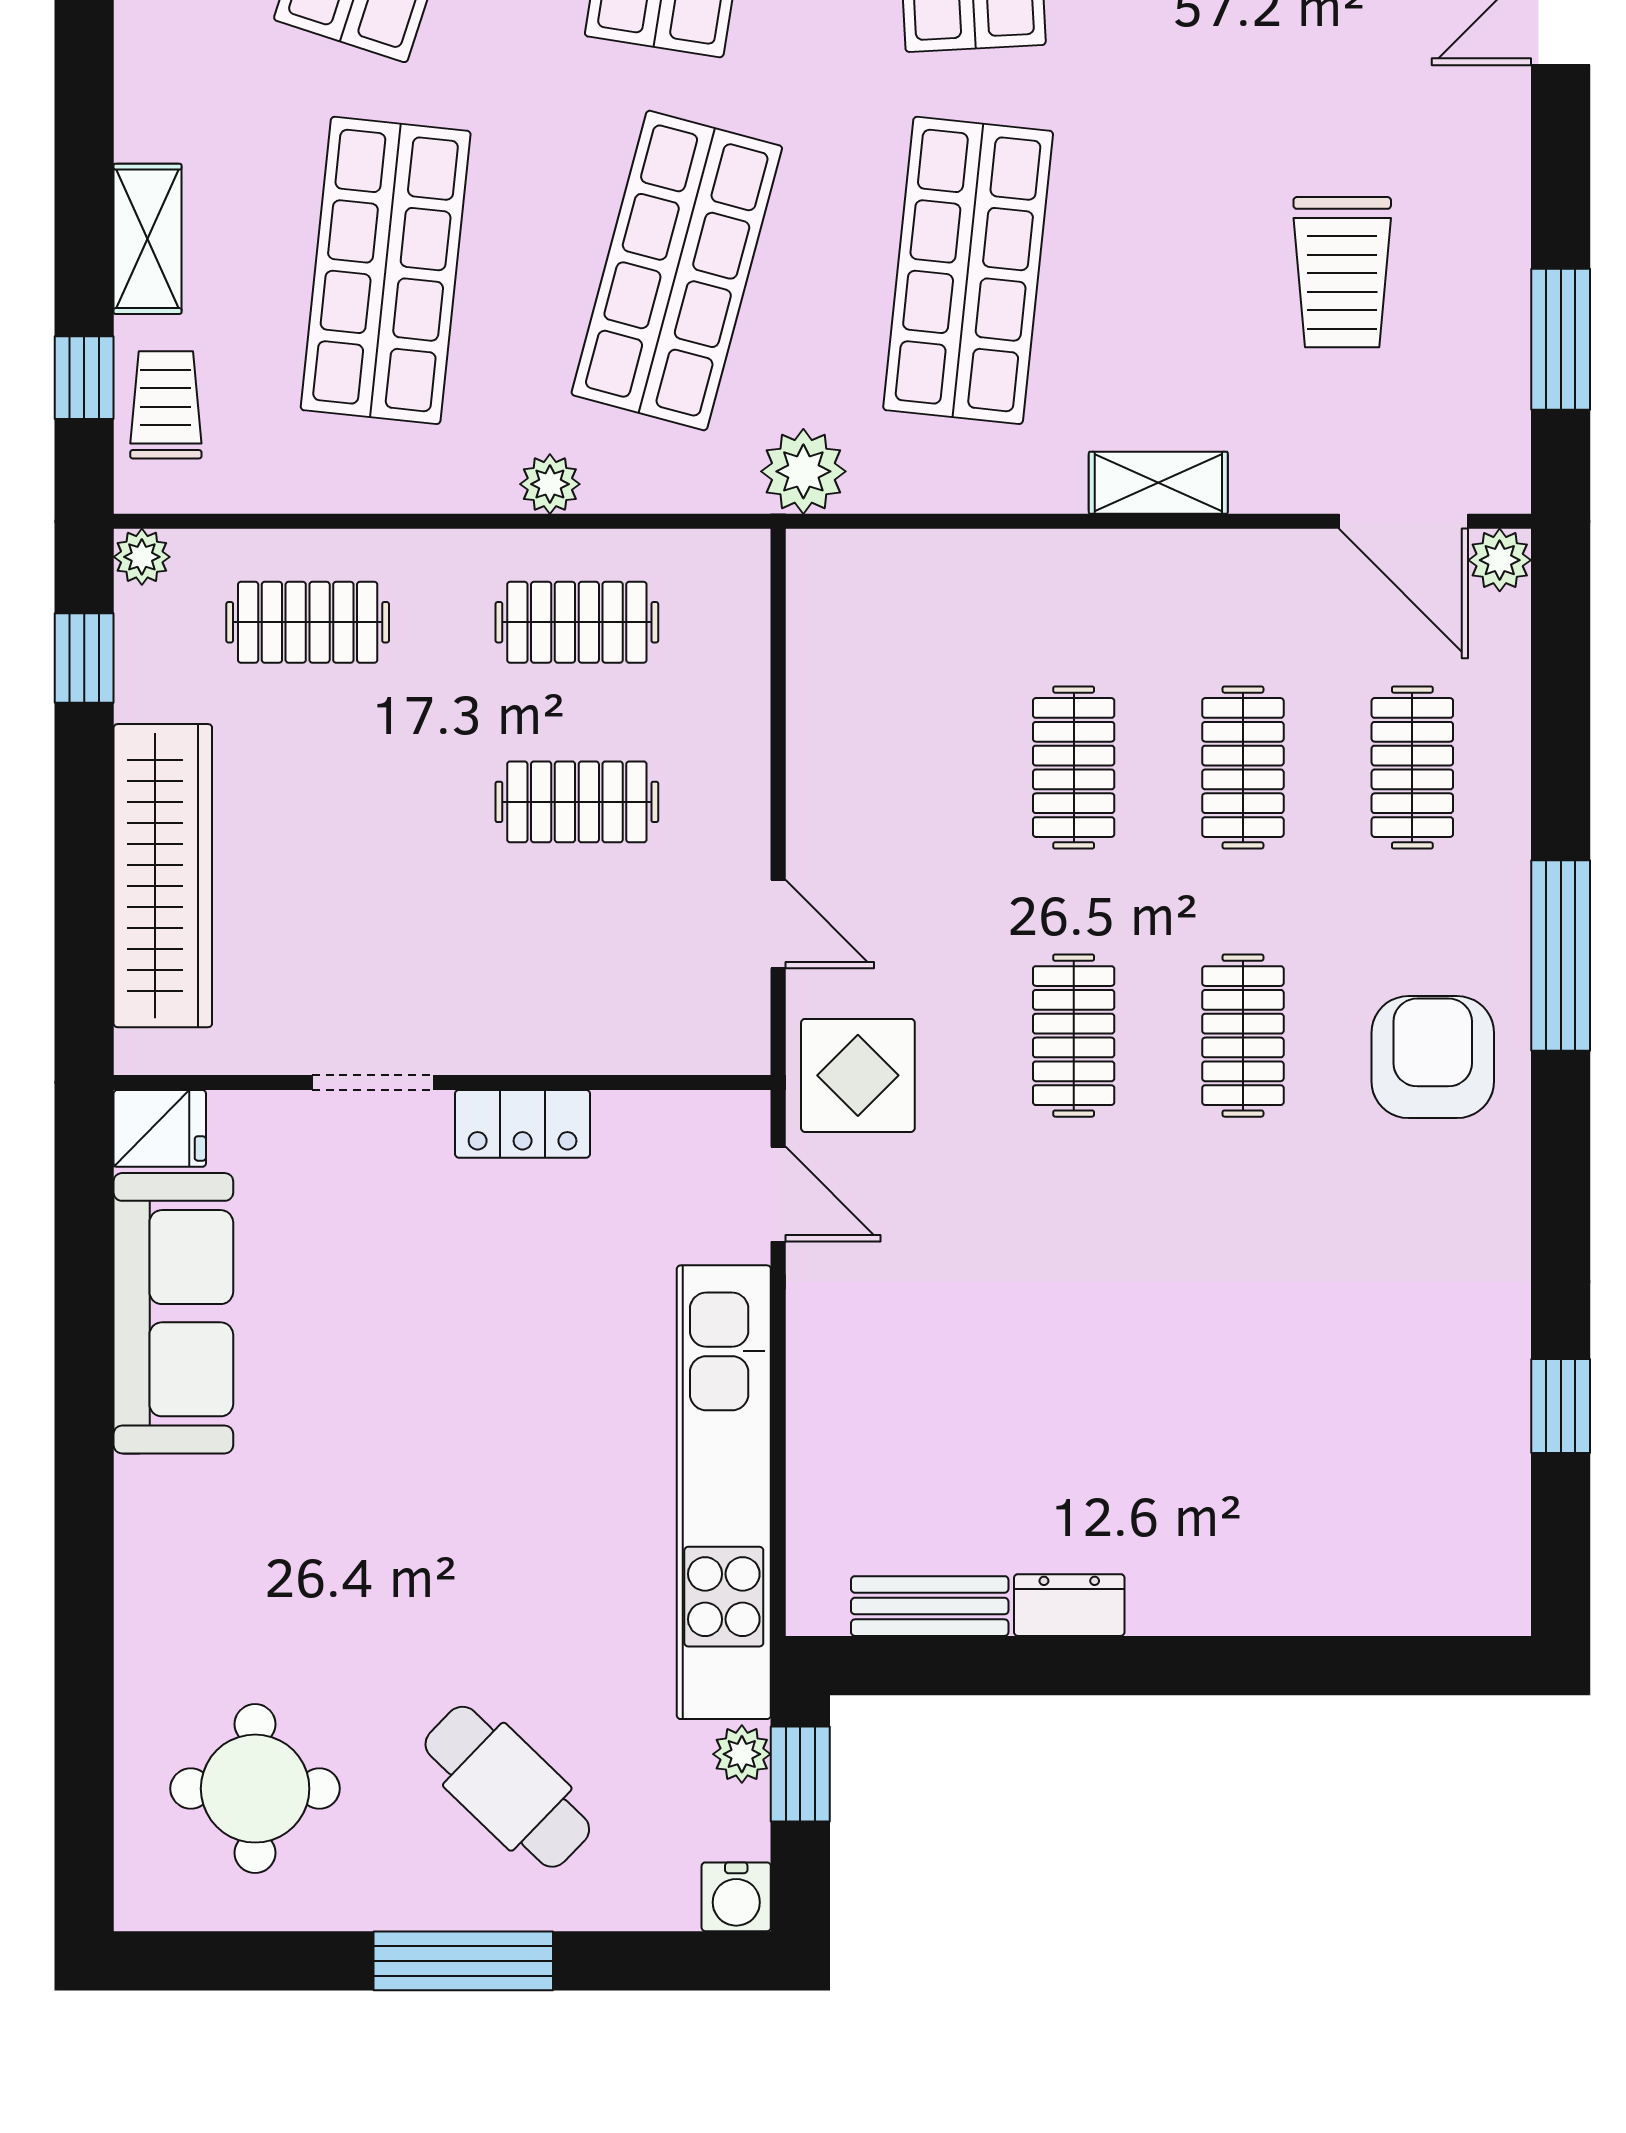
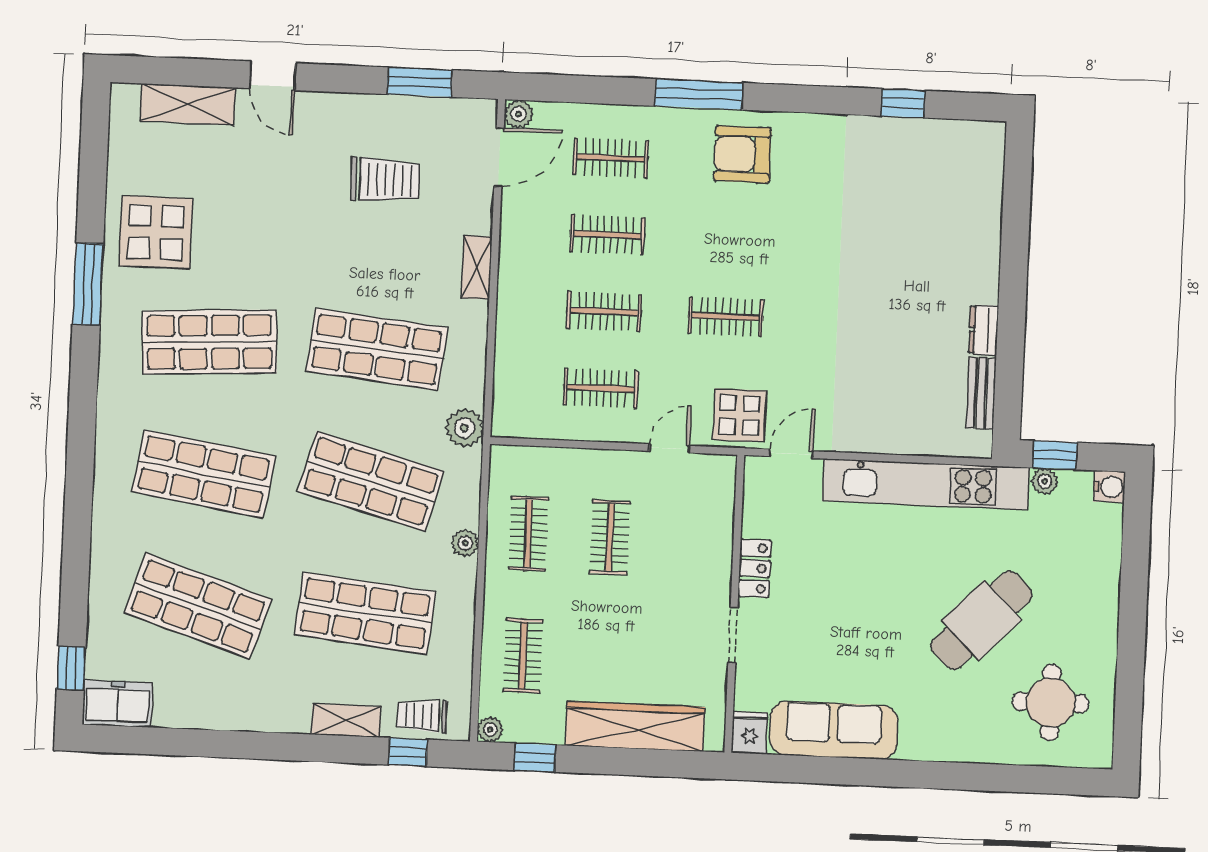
clothes rail: (1243, 1036) -> (601, 388), moved
cafe table: (507, 1787) -> (981, 620), moved, width x1.37, depth x1.35
window: (463, 1961) -> (1133, 612), removed

